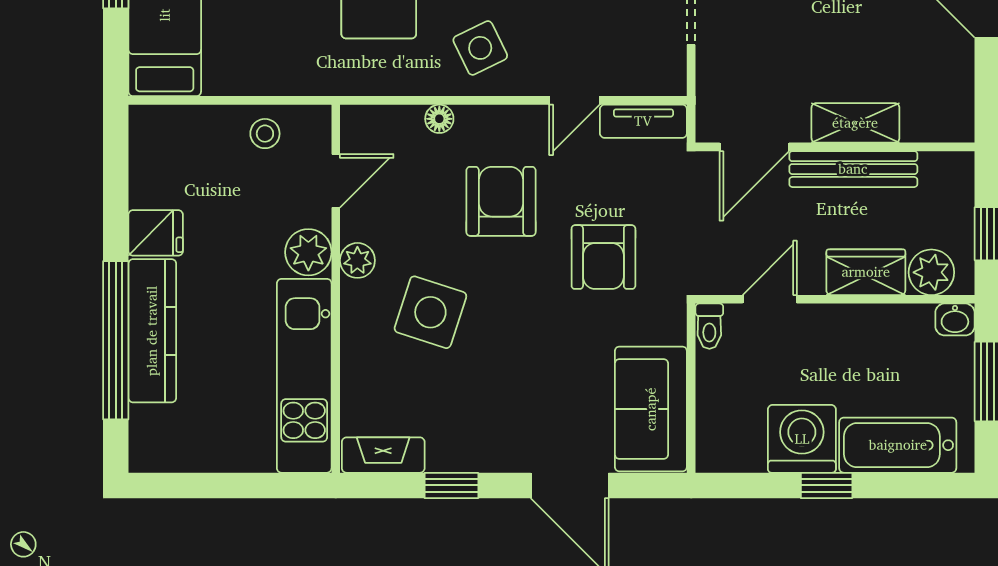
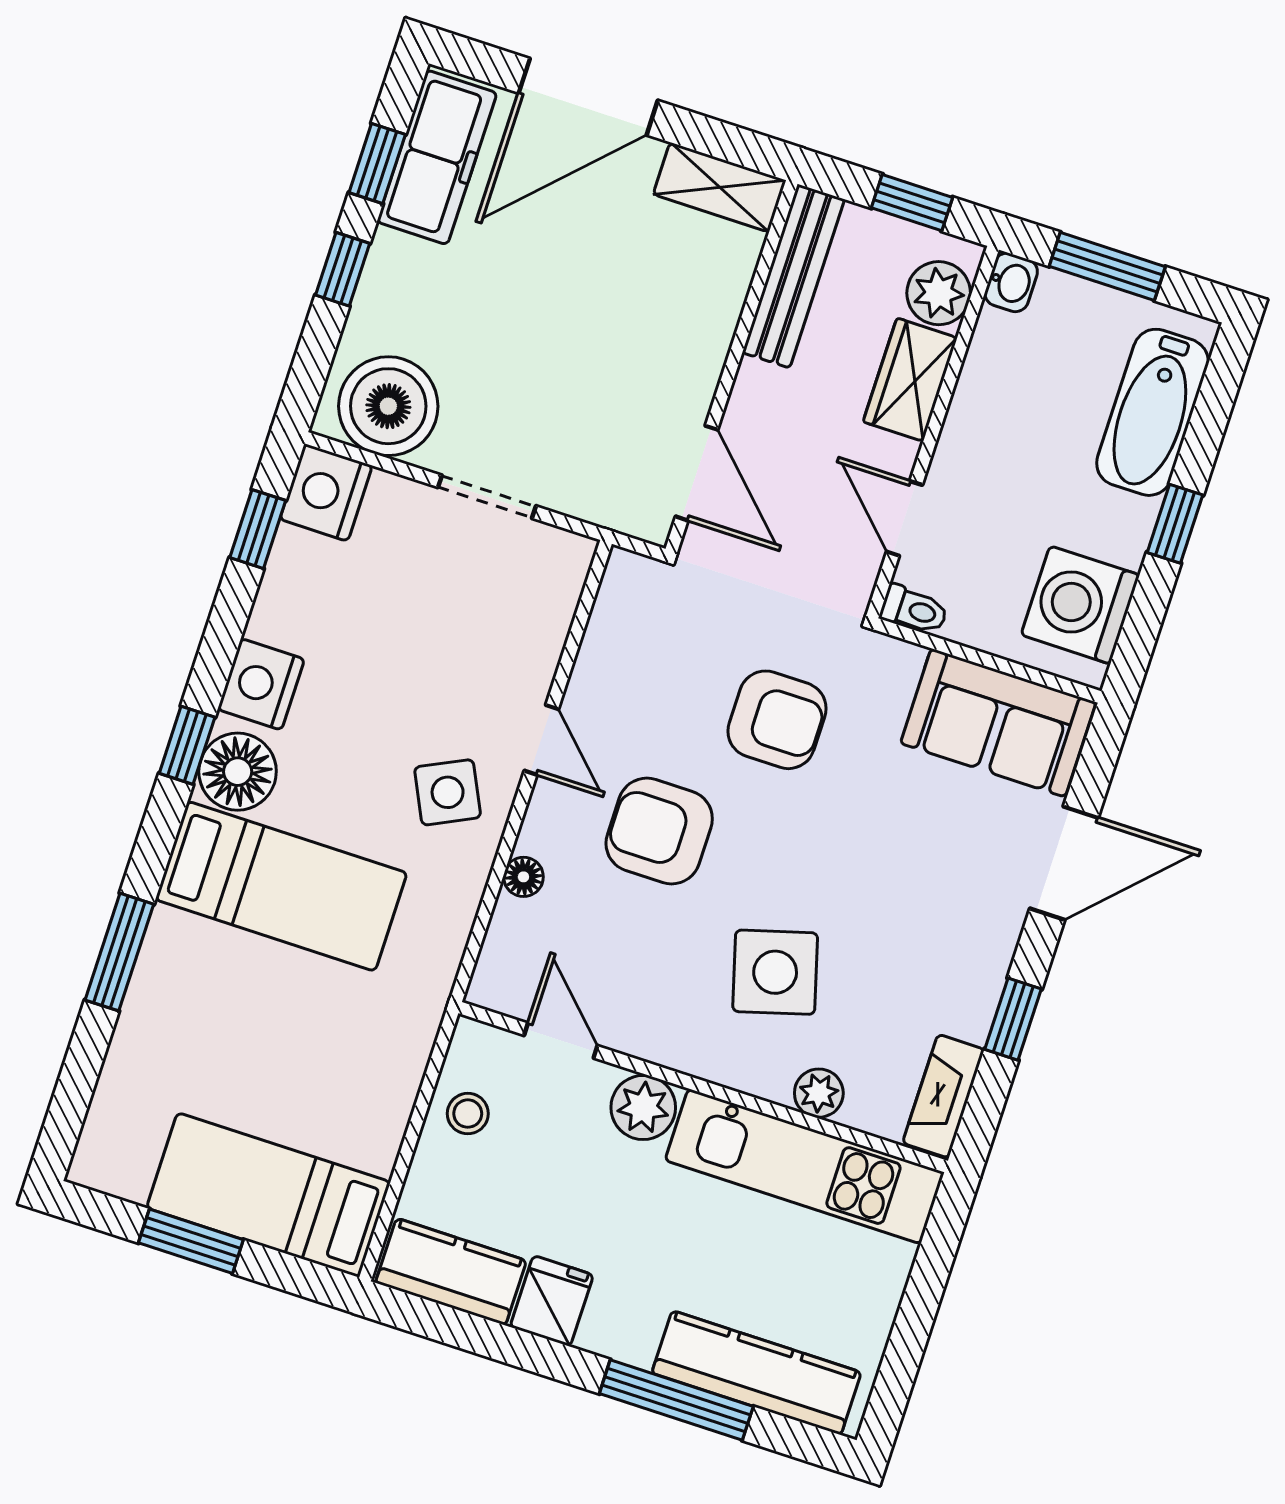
door: (574, 100) -> (541, 740), moved
tv unit: (643, 121) -> (615, 608), removed
shelving: (855, 123) -> (720, 187), moved, turned 90
kitchen counter: (153, 157) -> (451, 1272), added
bench: (853, 169) -> (793, 276), moved
plant: (357, 260) -> (819, 1093), moved
side table: (430, 312) -> (775, 972), turned -34
kitchen counter: (152, 331) -> (756, 1373), moved
window: (116, 340) -> (676, 1400), width x0.68
washing machine: (802, 439) -> (1080, 605), moved

